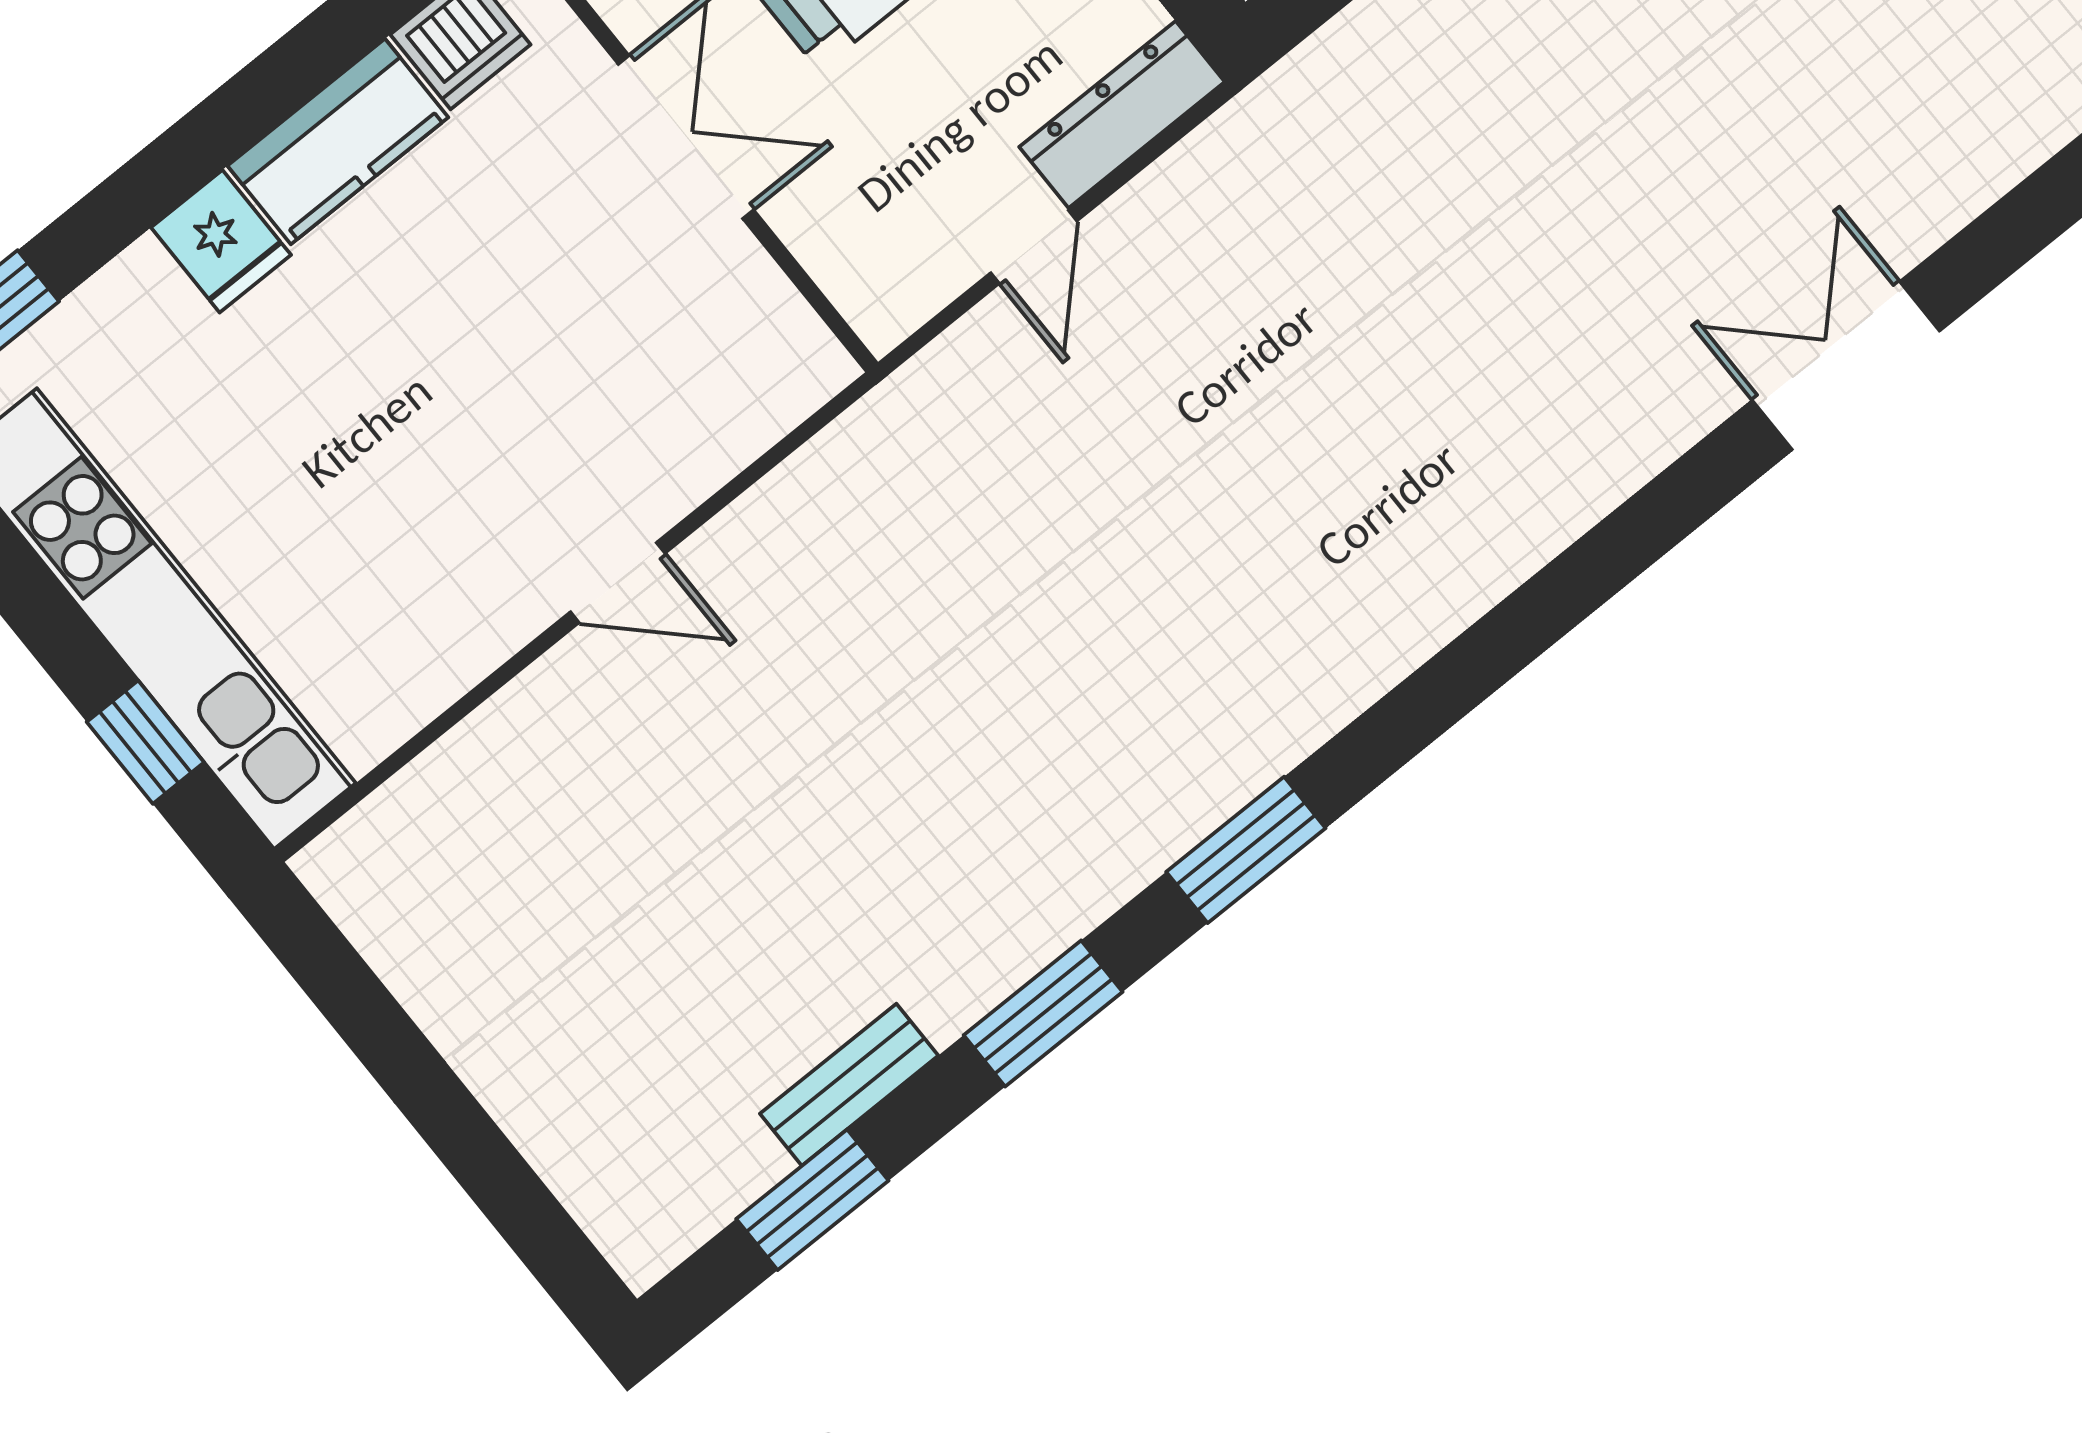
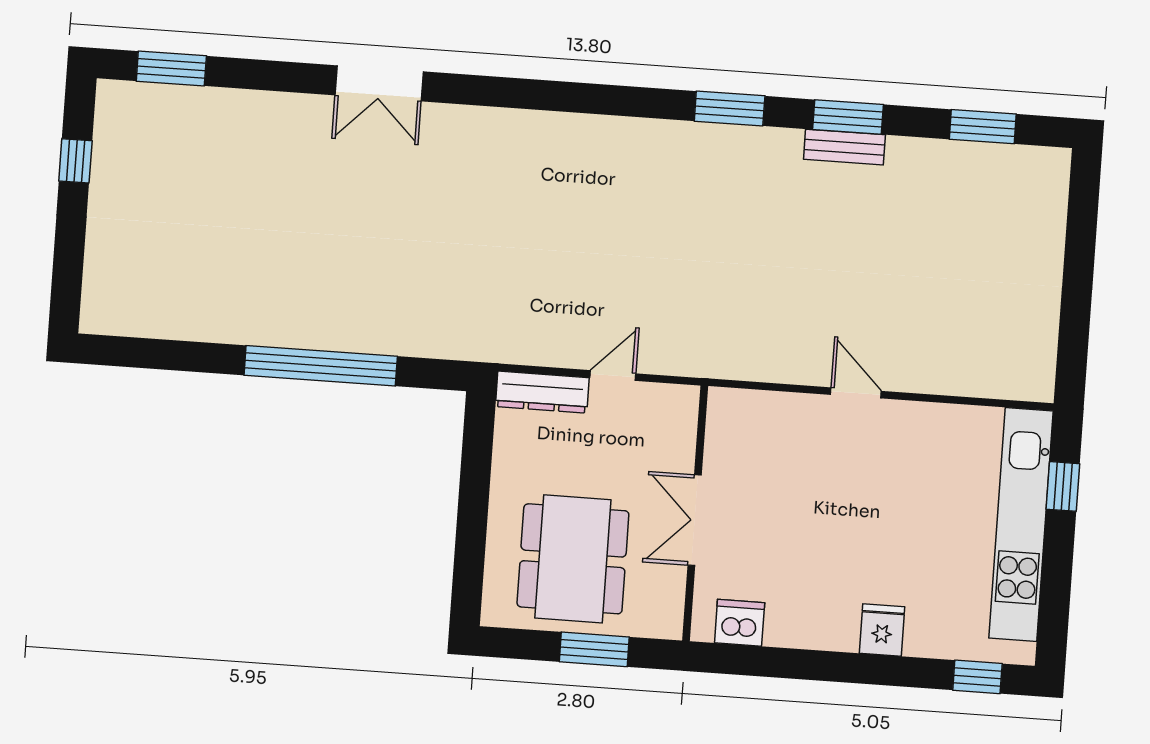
kitchen counter: (338, 141) -> (812, 627), removed
bench: (849, 1085) -> (844, 147), moved

